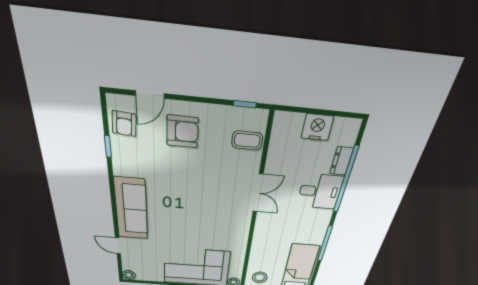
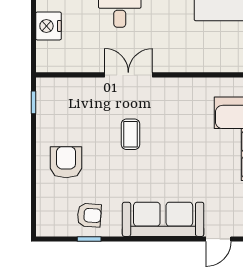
door: (150, 95) -> (33, 194), removed
armchair: (124, 124) -> (89, 215), moved
coffee table: (247, 140) -> (131, 134), moved

